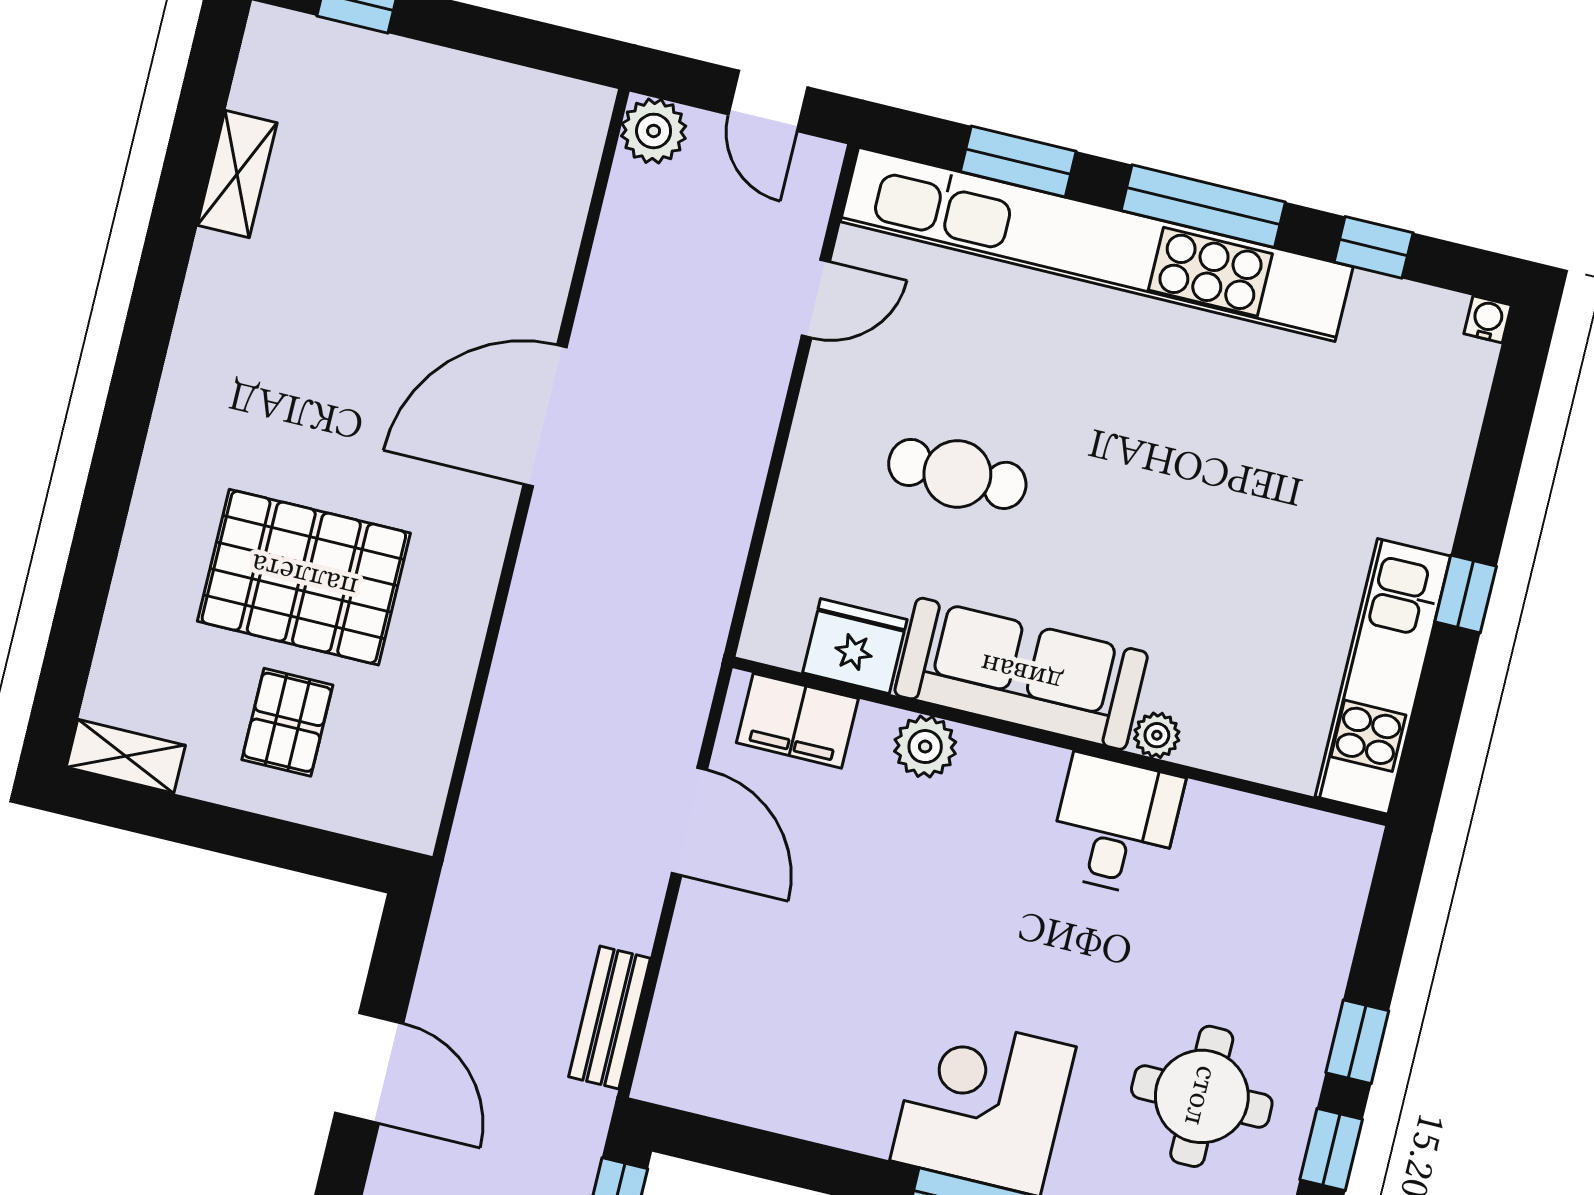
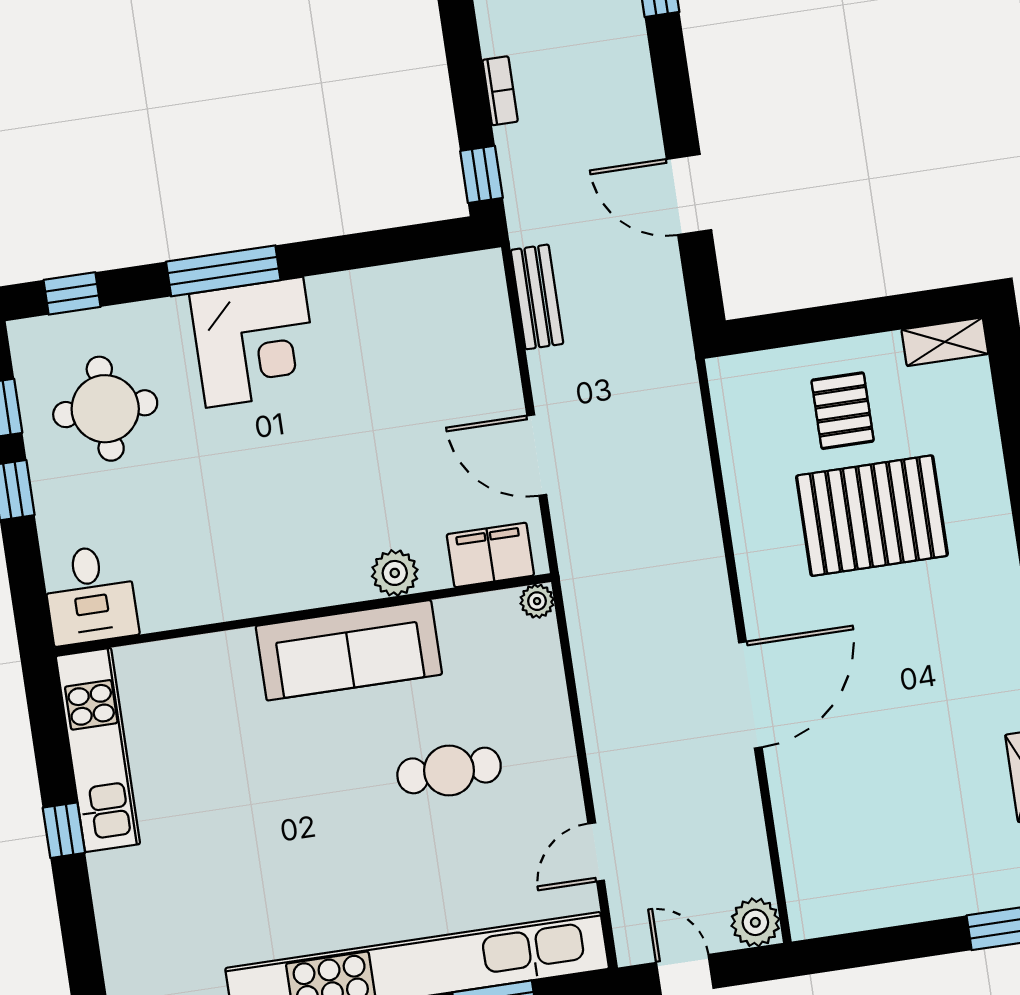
fridge: (855, 646) -> (472, 623), removed
plant: (1157, 735) -> (537, 601), moved
desk: (1115, 825) -> (90, 595), moved

